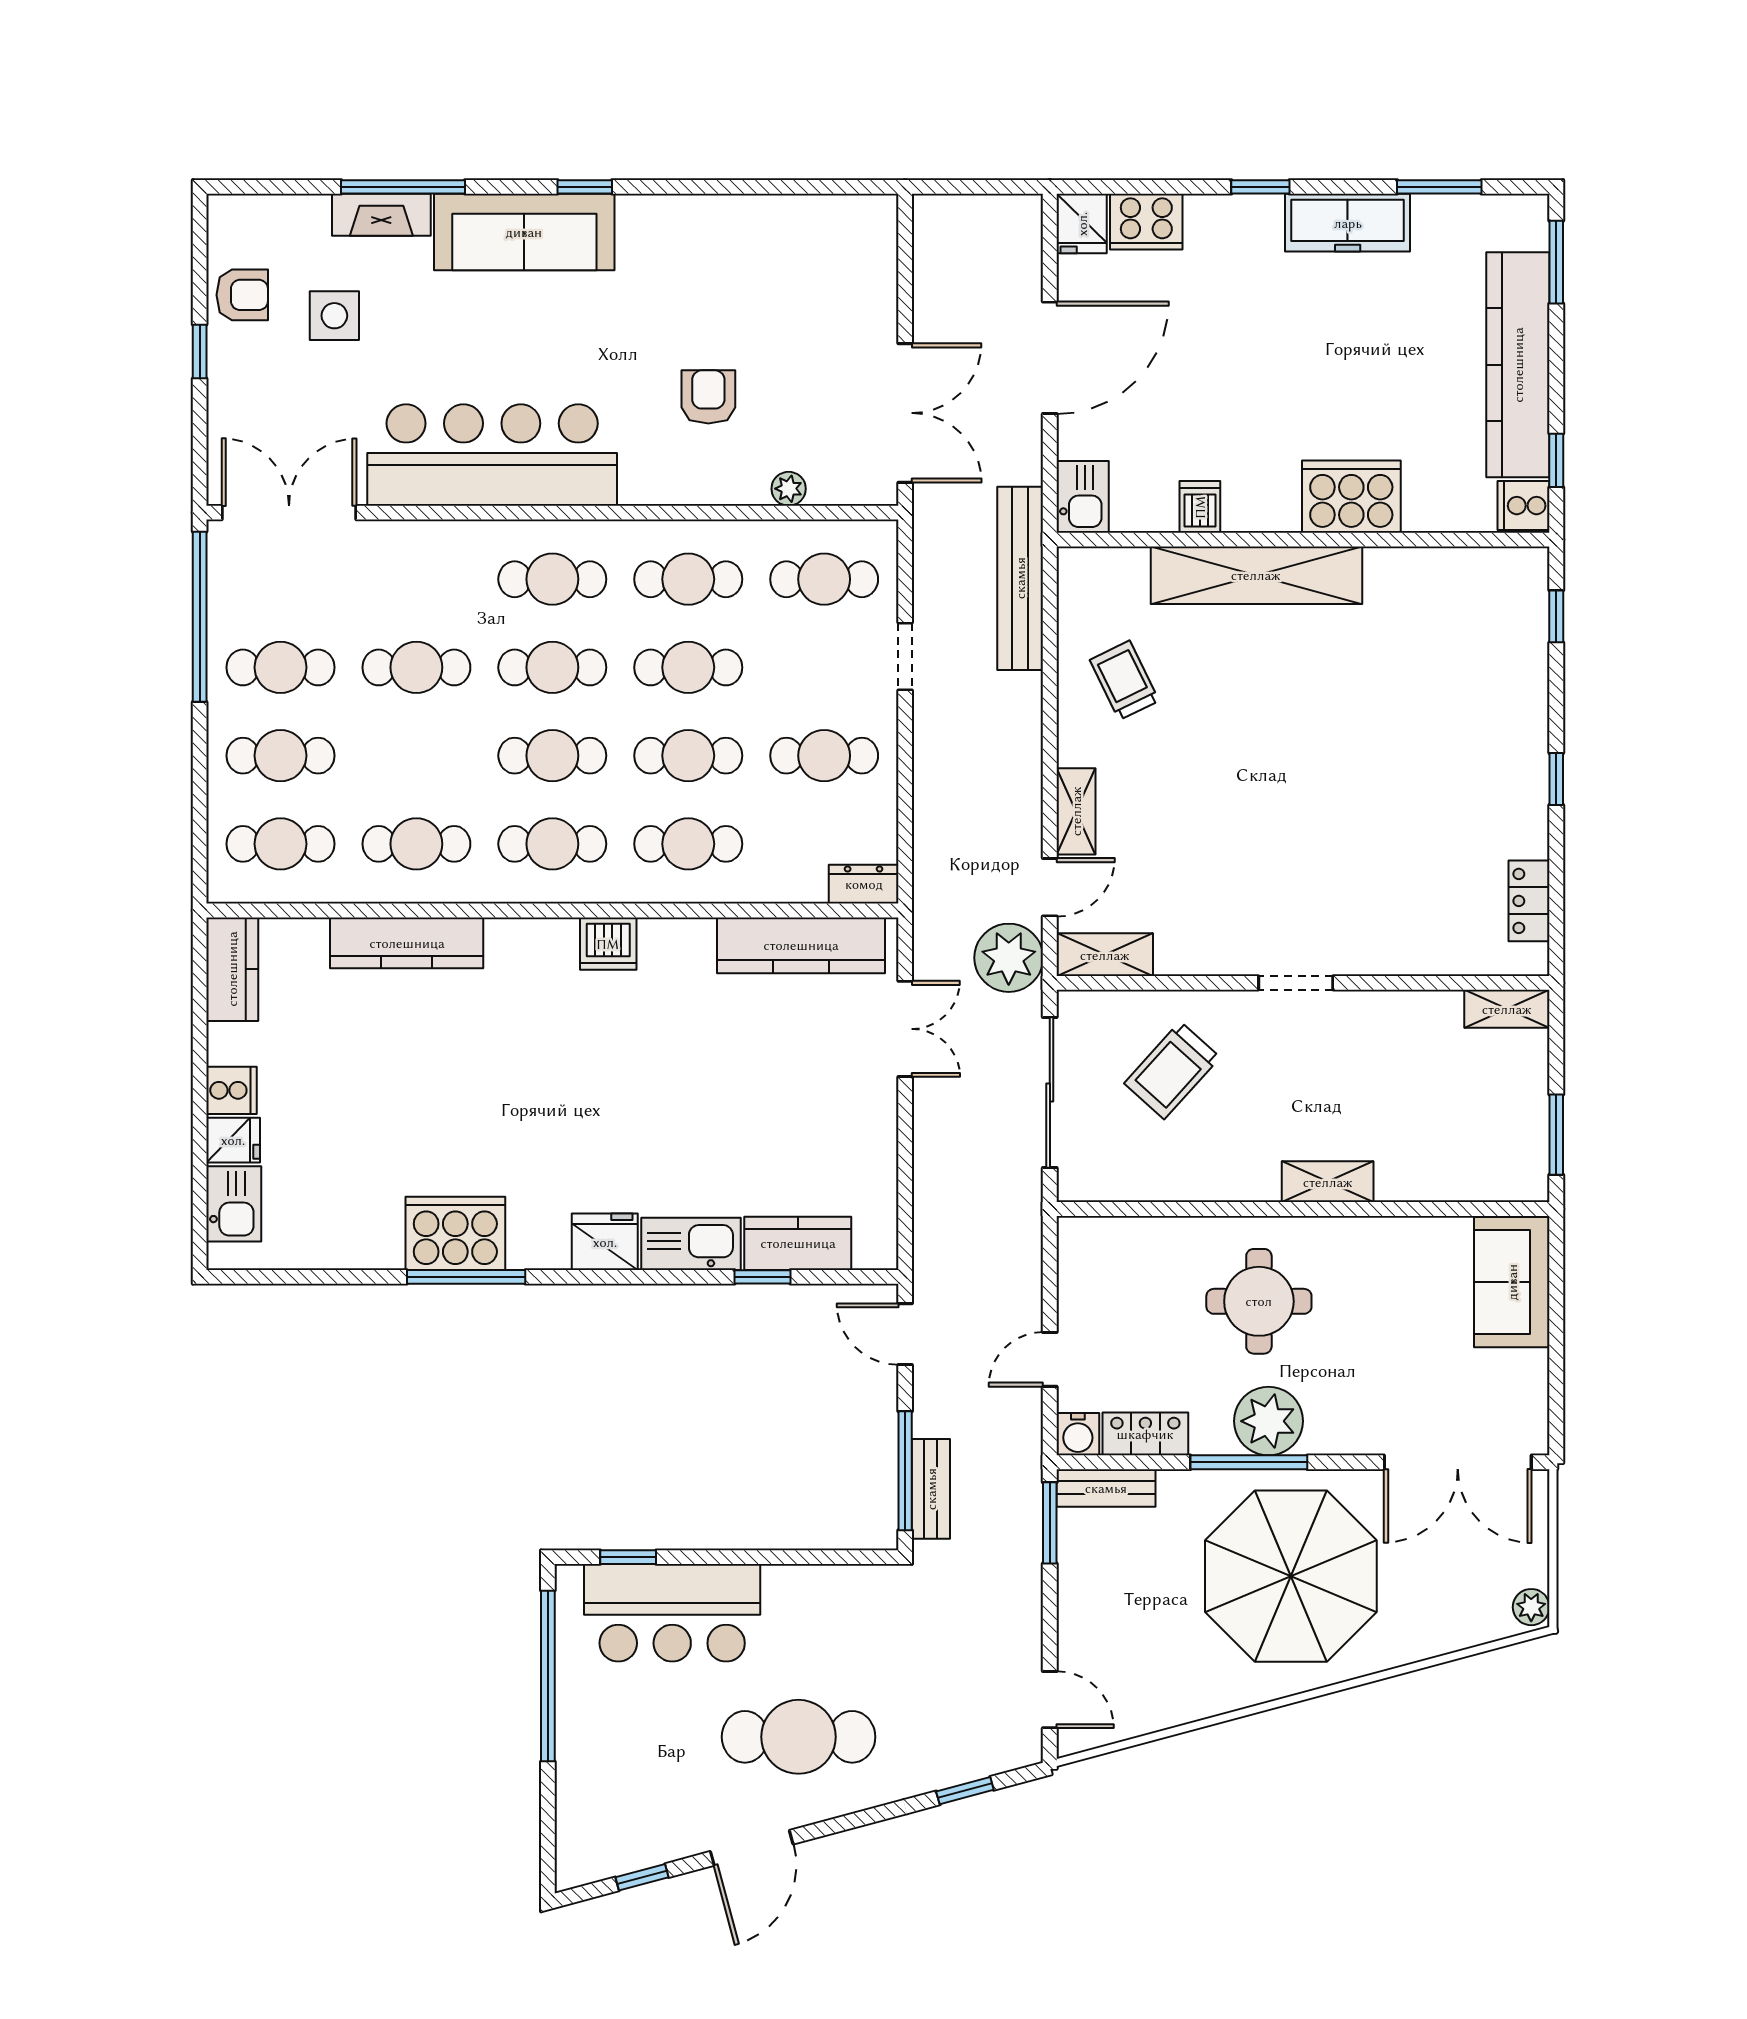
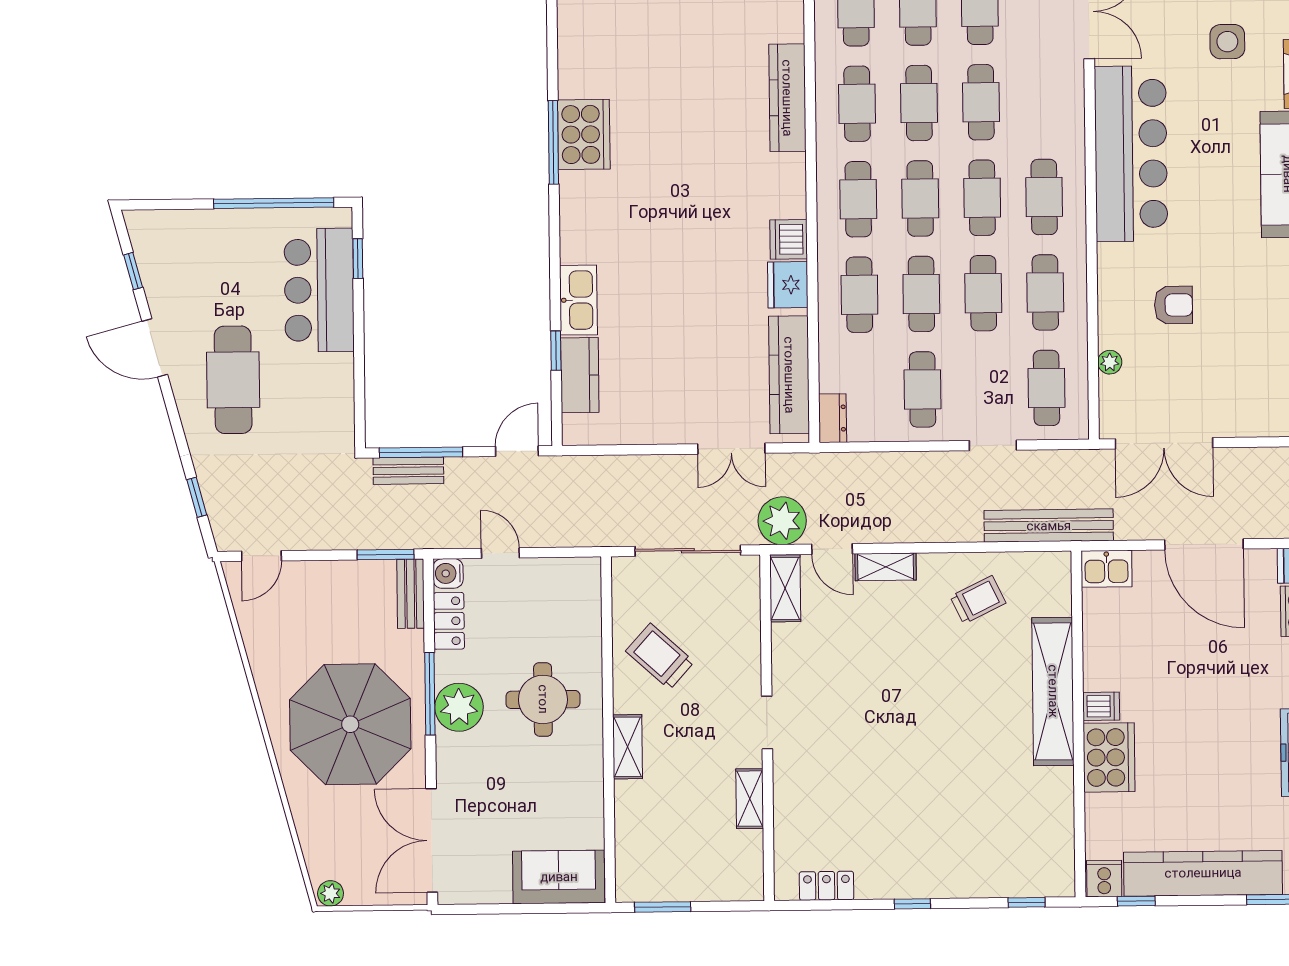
dishwasher: (1200, 507) -> (1101, 706), moved
cafe table: (416, 756) -> (919, 103), added
shelving: (1507, 1009) -> (750, 799), moved
trolley: (1172, 1070) -> (660, 656), moved
fridge: (605, 1242) -> (788, 285), moved, turned 180

